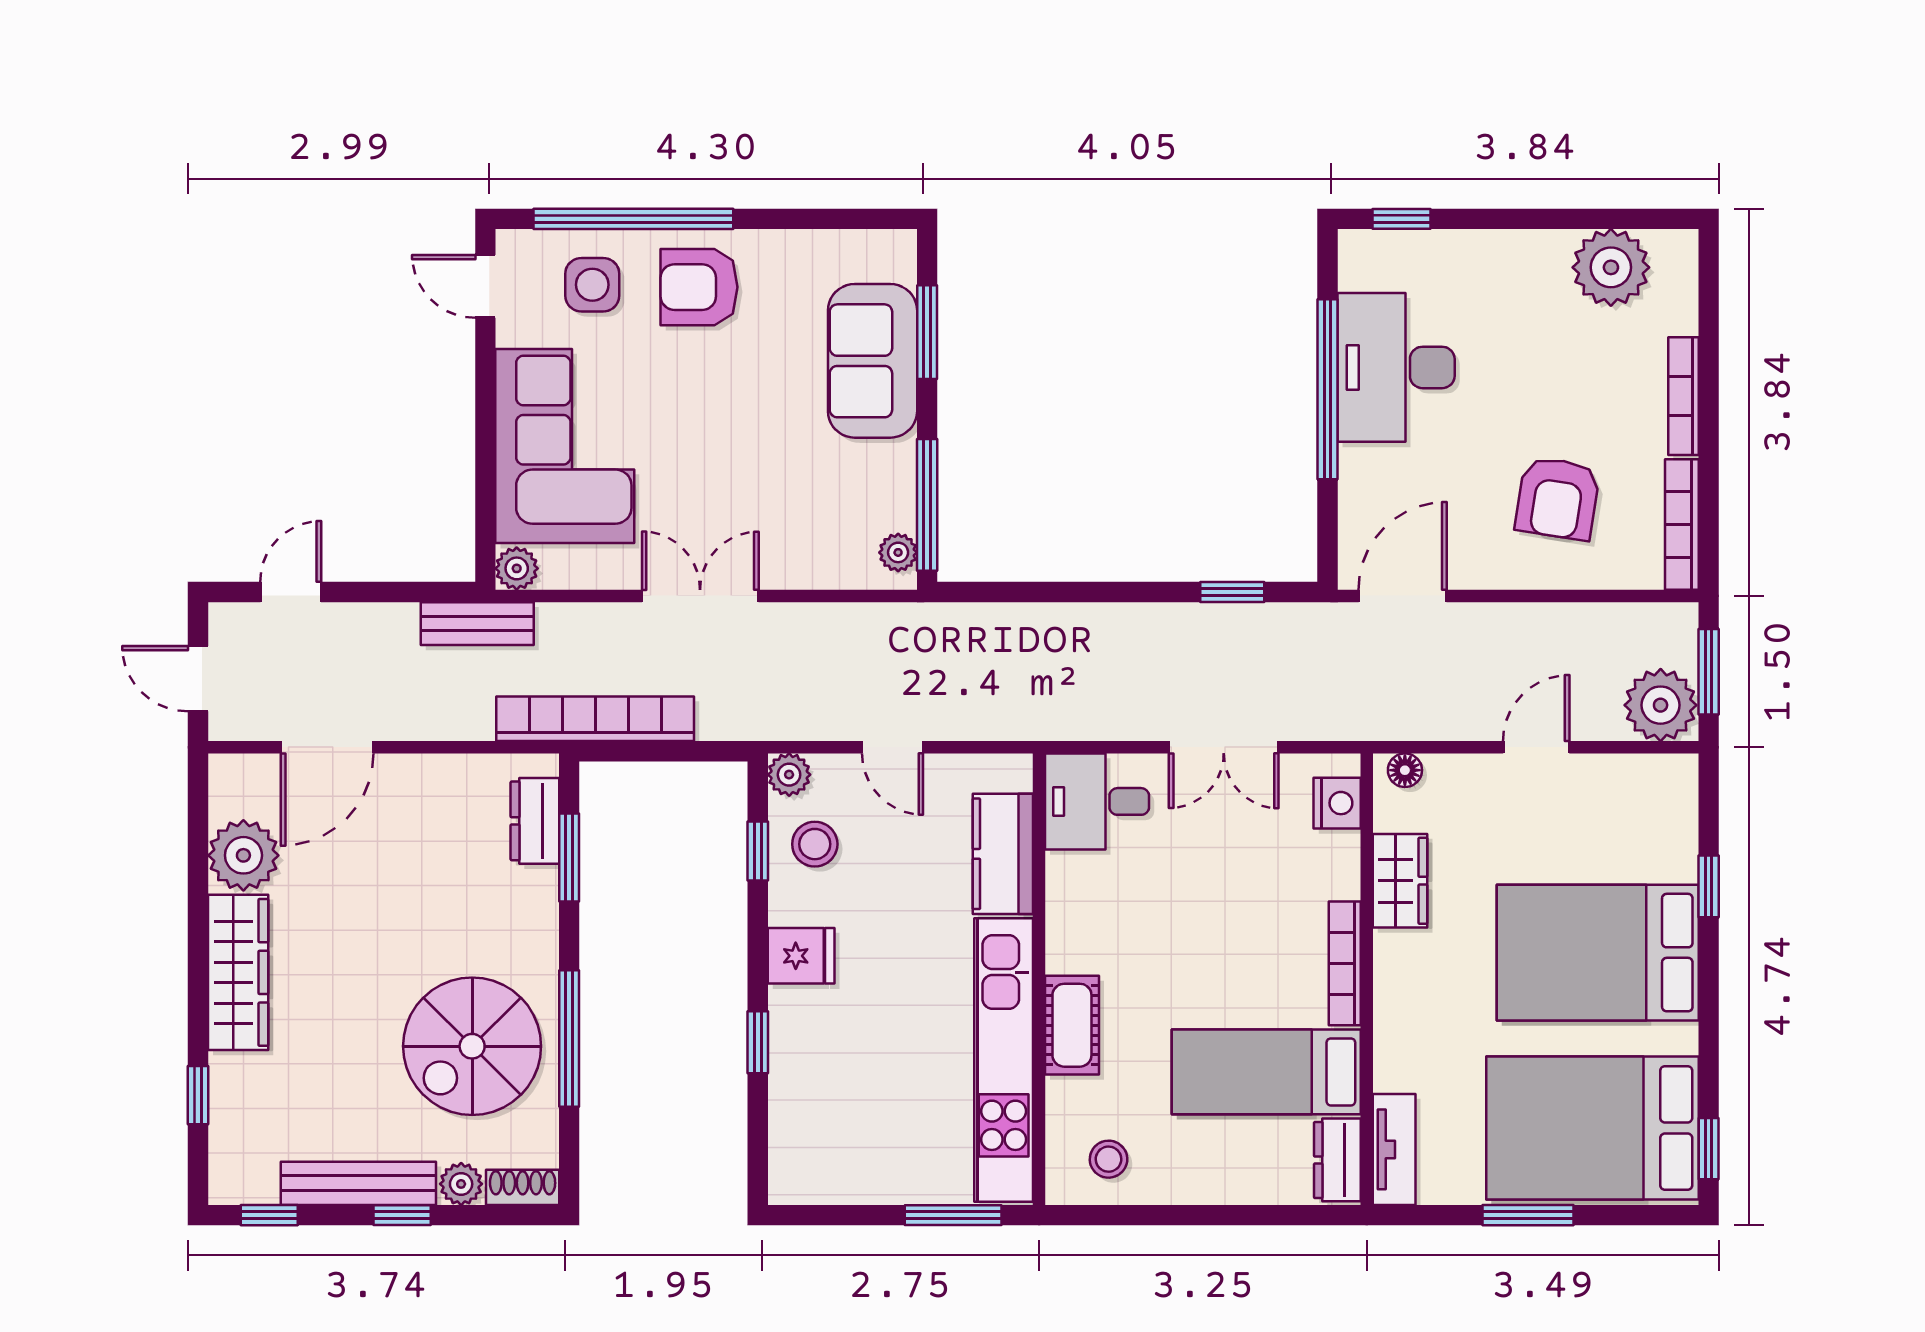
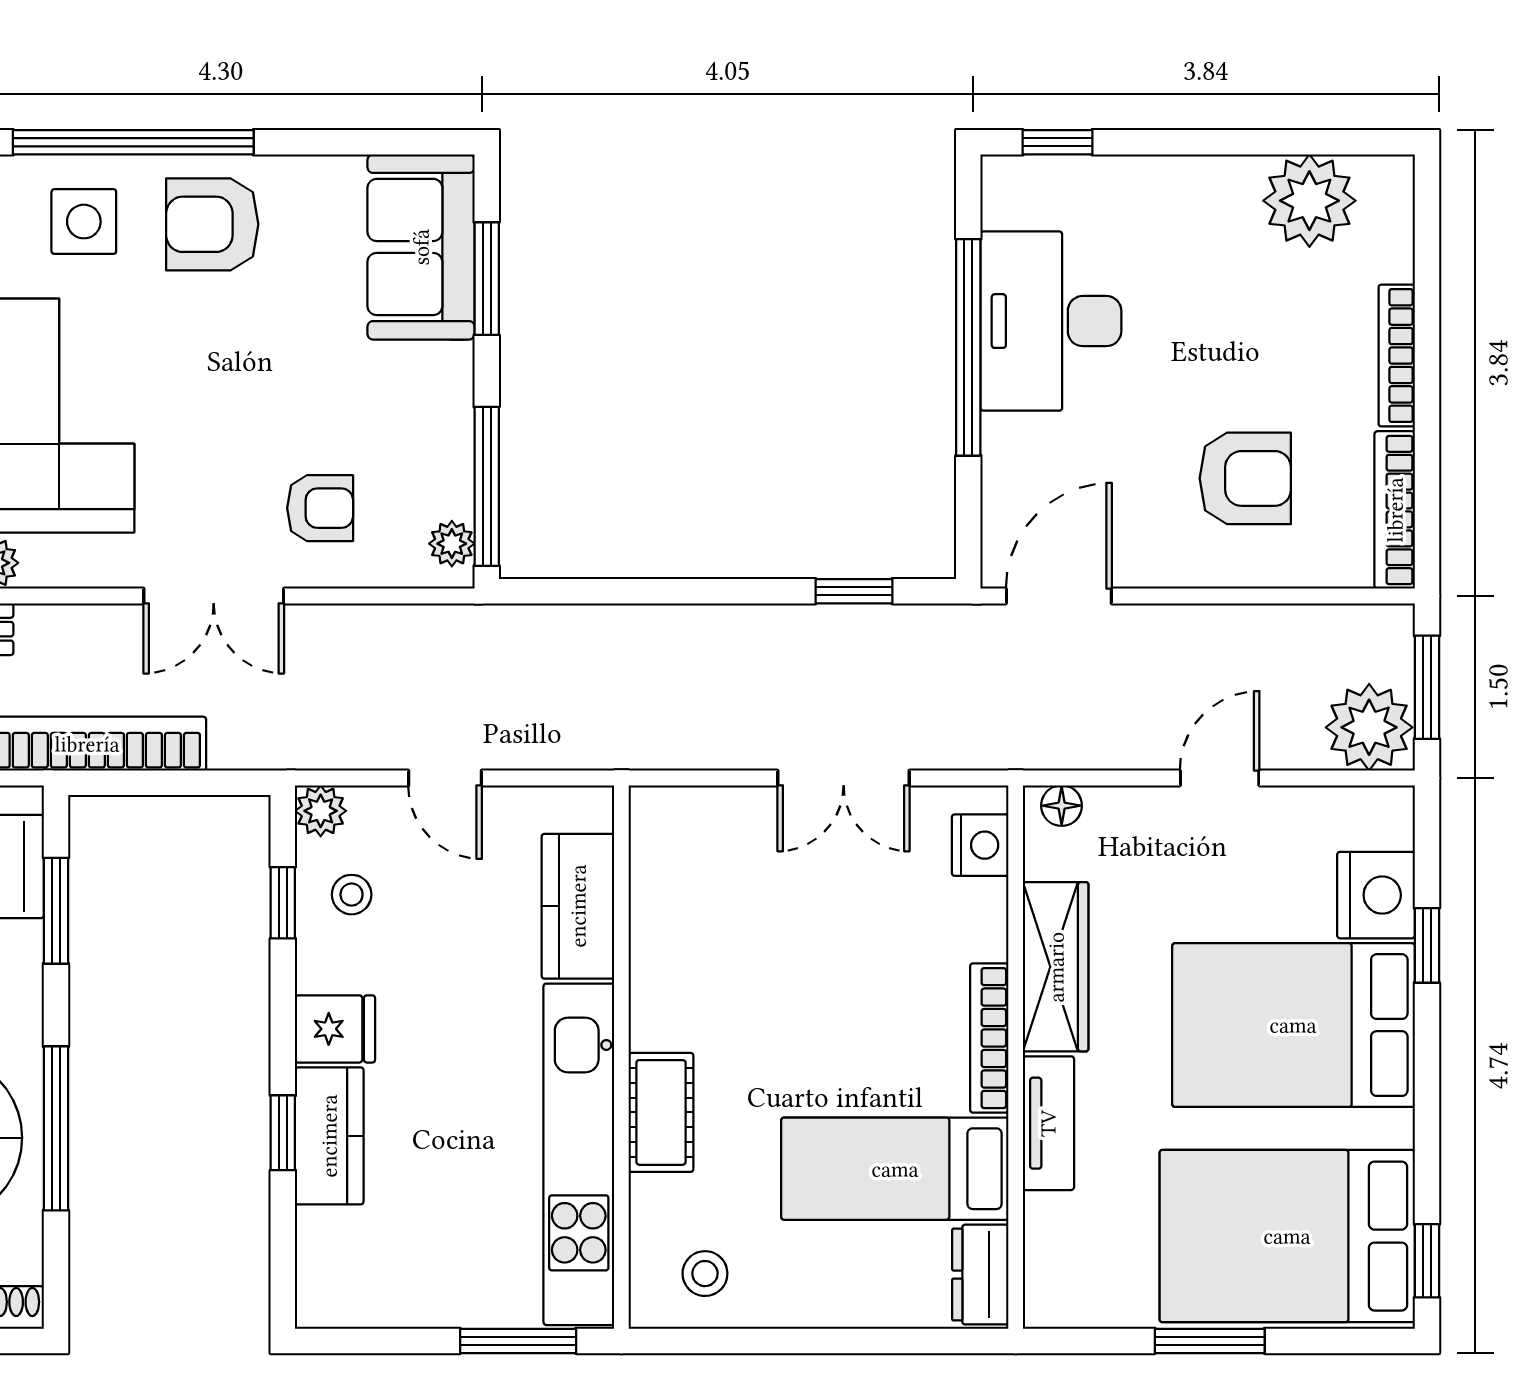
sofa: (873, 361) -> (421, 247), moved
armchair: (1558, 498) -> (1245, 478), turned -99
armchair: (789, 523) -> (320, 508), added
double door: (700, 596) -> (214, 596), swing flipped
desk: (1097, 801) -> (691, 843), removed
stool: (815, 844) -> (352, 895), width x0.73, depth x0.73
nightstand: (1666, 845) -> (1376, 895), added
wardrobe: (1400, 881) -> (1056, 967), width x1.50
kitchen counter: (796, 1045) -> (329, 1136), added
tv unit: (1394, 1149) -> (1048, 1123), moved

